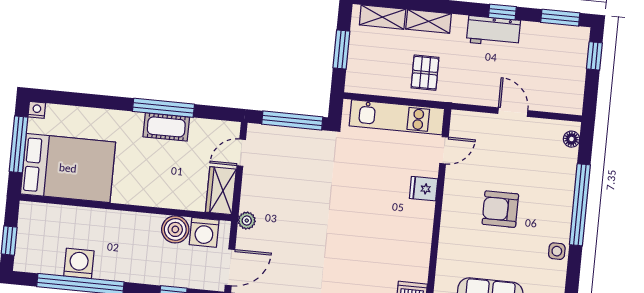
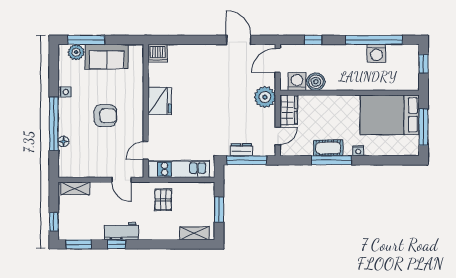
shelving: (429, 21) -> (75, 188), moved
nightstand: (37, 110) -> (358, 151), moved
door: (513, 112) -> (121, 180), moved
dresser: (299, 137) -> (241, 150), added
floor lamp: (571, 139) -> (63, 141), moved
fridge: (424, 189) -> (160, 101), moved, width x1.88, depth x1.34
plant: (247, 221) -> (265, 97), width x1.88, depth x1.88

